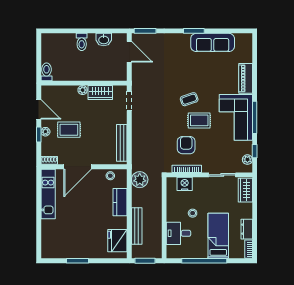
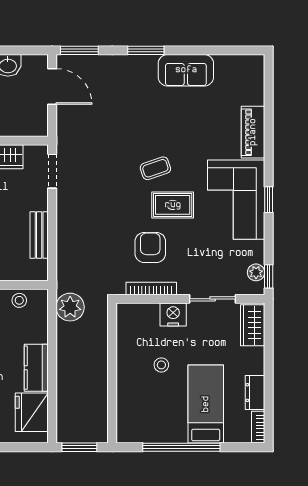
window: (194, 31) -> (146, 50), moved
sofa: (213, 42) -> (186, 70), width x0.73
window: (255, 117) -> (269, 200), width x0.46
bench: (122, 143) -> (39, 235), width x0.73
window: (255, 151) -> (269, 276), moved
nightstand: (185, 184) -> (173, 315), moved
kitchen counter: (120, 202) -> (36, 368), moved
bench: (137, 226) -> (65, 387), removed
desk: (179, 233) -> (137, 400), removed

